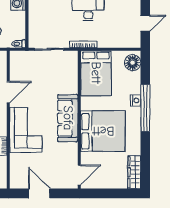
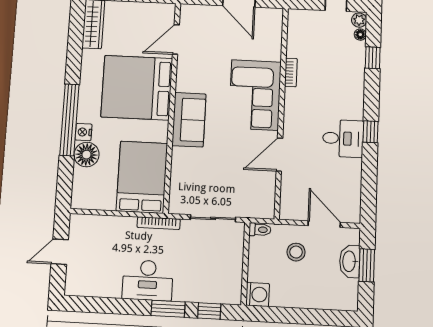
floor lamp: (133, 63) -> (87, 155), moved
sofa: (68, 118) -> (189, 120), width x0.73
door: (79, 175) -> (176, 40), moved

